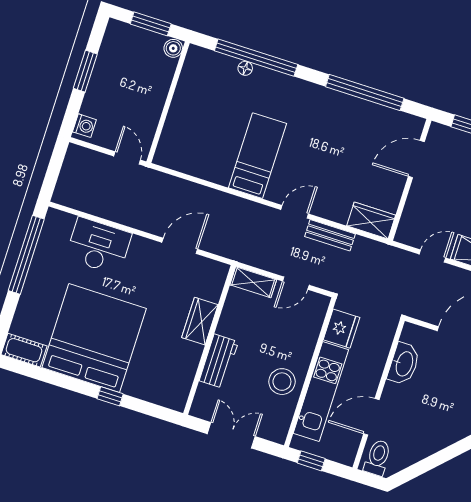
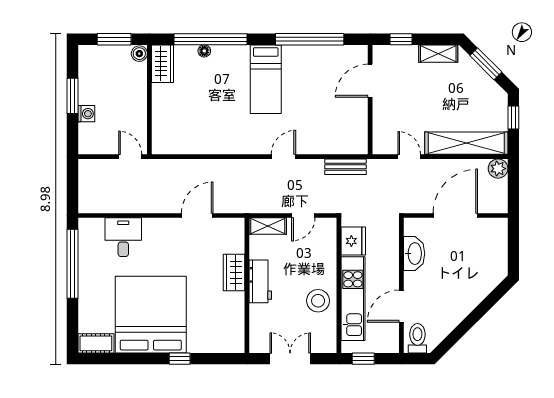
washing machine: (84, 126) -> (86, 114), moved
bed: (257, 156) -> (266, 79), moved, turned 180
wardrobe: (371, 220) -> (163, 64), moved, turned 90
bench: (330, 235) -> (345, 167), moved
desk: (99, 246) -> (123, 237), width x0.73
door: (432, 256) -> (409, 157), hinge flipped
workbench: (219, 361) -> (260, 281), moved

